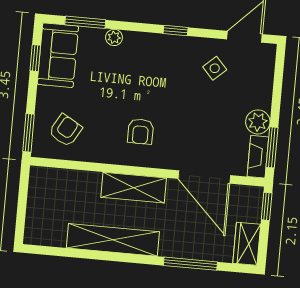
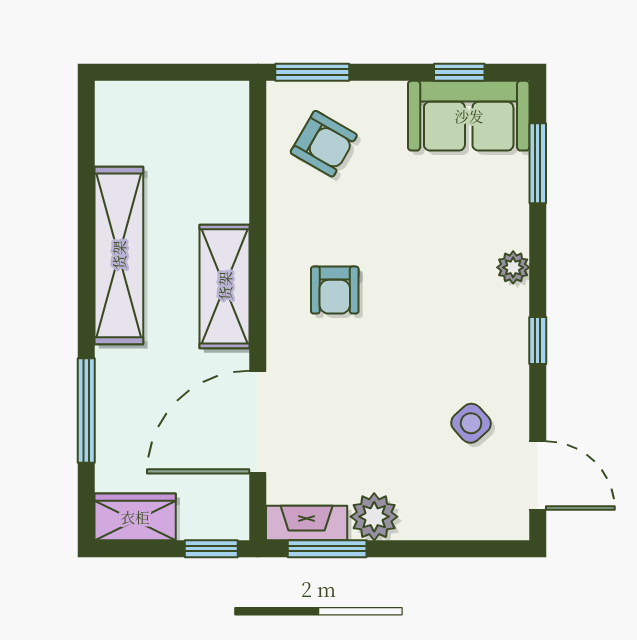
plant: (114, 37) -> (513, 267), moved
armchair: (141, 132) -> (335, 290), turned -90

